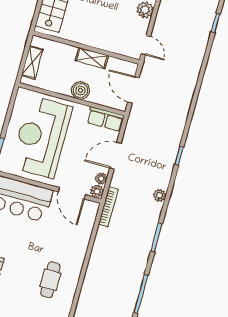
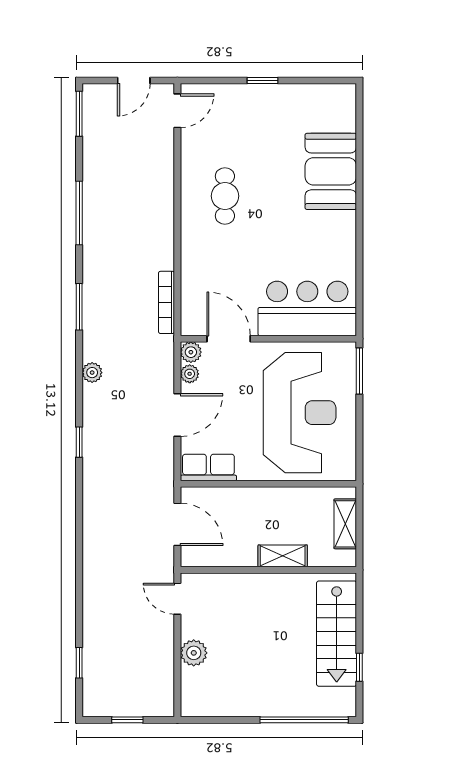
shelving: (92, 58) -> (283, 556), moved
boiler: (80, 90) -> (259, 501), removed
bookcase: (108, 207) -> (167, 302), moved

